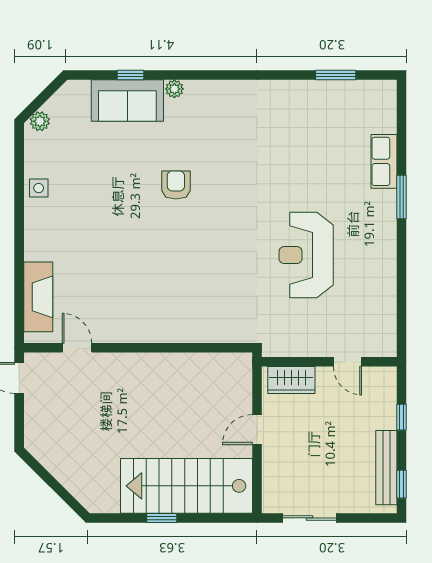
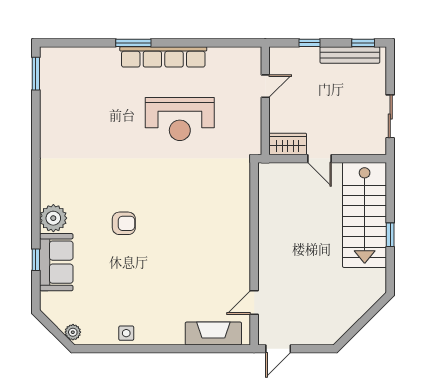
window: (336, 75) -> (36, 74), moved
plant: (174, 89) -> (53, 218), width x1.87, depth x1.87
row of seats: (384, 161) -> (163, 57), moved, width x2.02
armchair: (176, 185) -> (124, 223), turned 180
wardrobe: (291, 380) -> (288, 144), moved, turned -90

